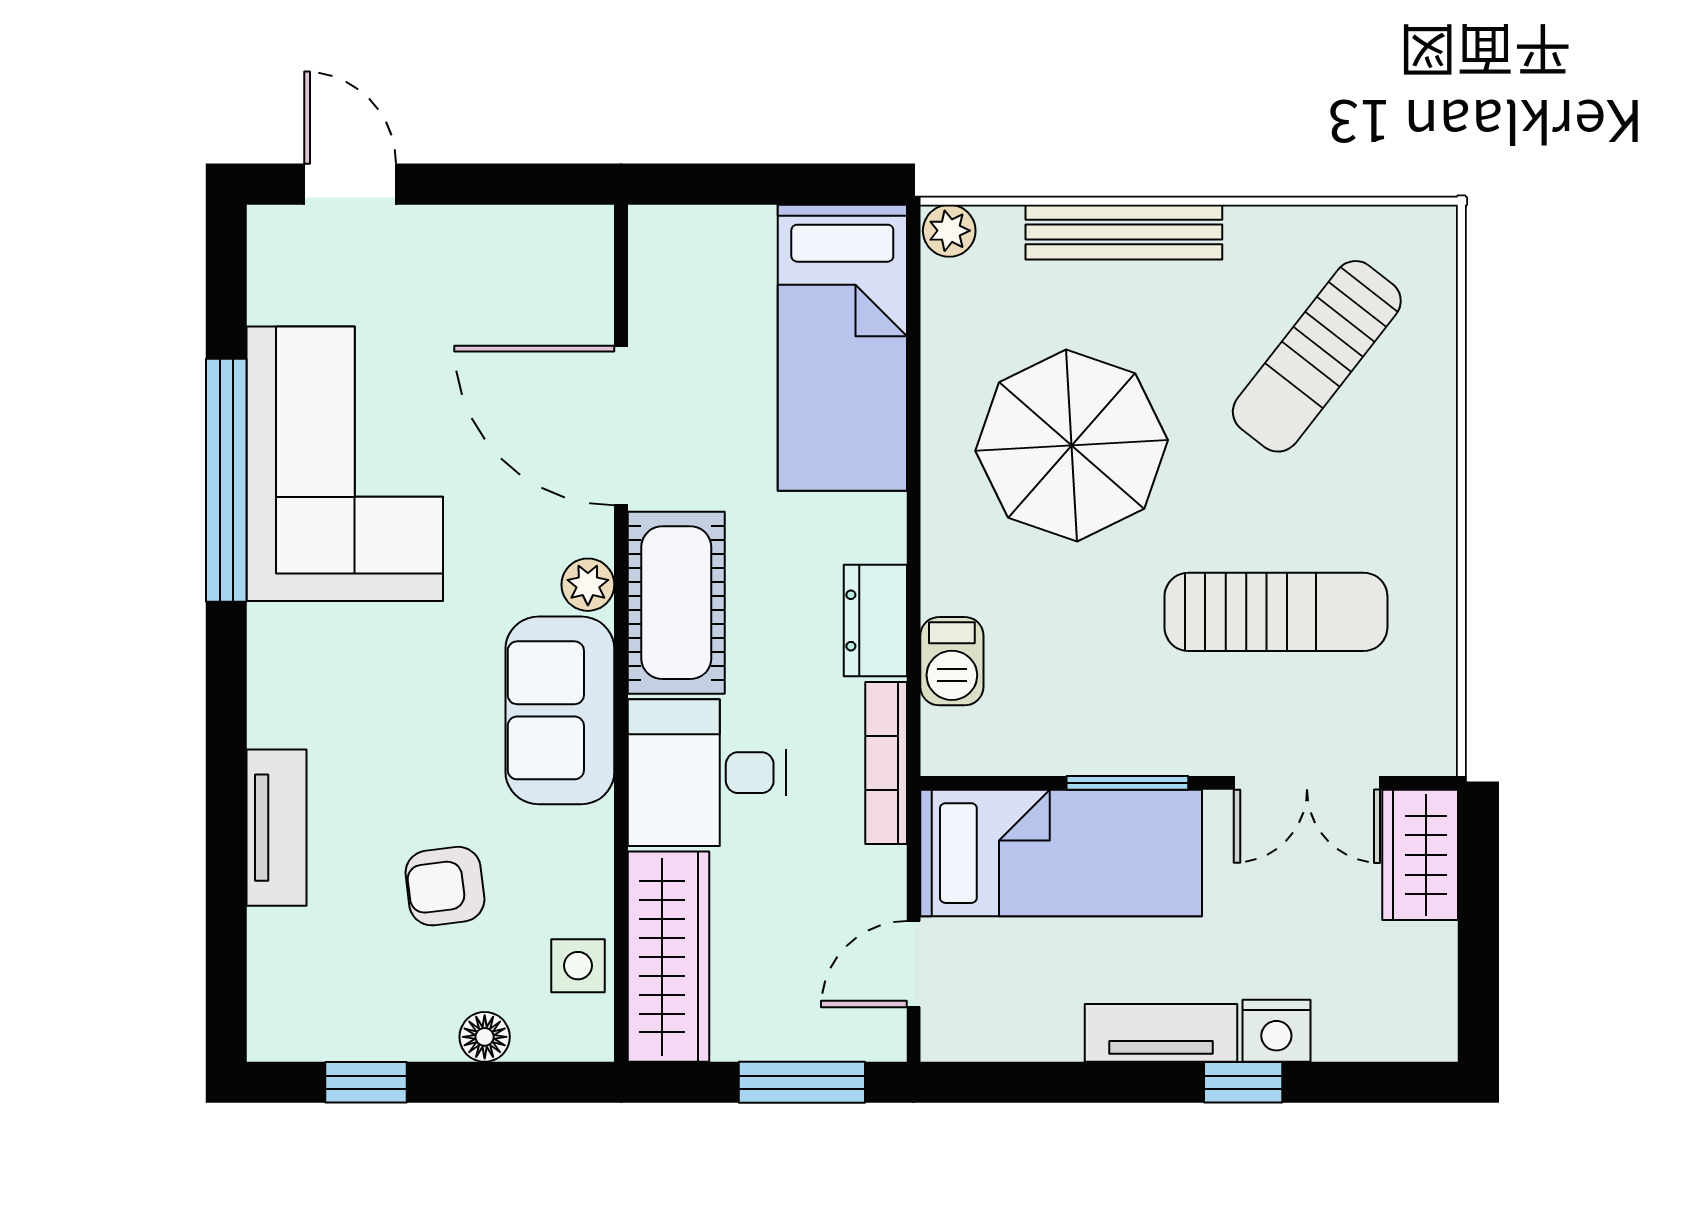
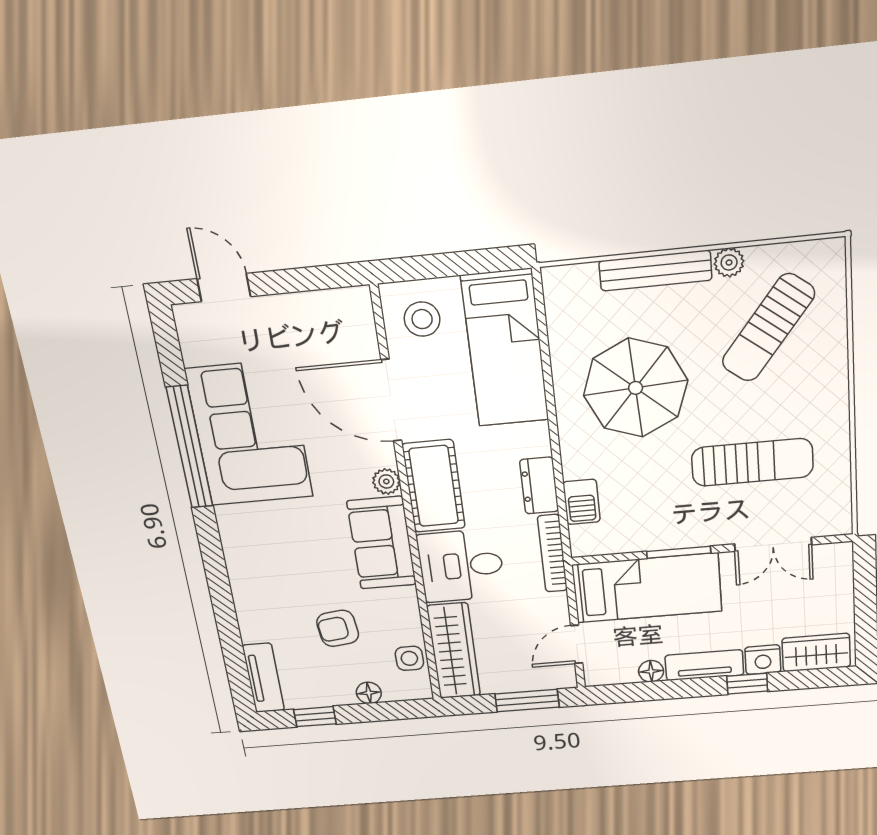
plant: (949, 231) -> (729, 262), moved
stool: (699, 278) -> (422, 319), added
tv unit: (277, 828) -> (263, 678), moved
wardrobe: (1420, 855) -> (816, 653), moved, turned 90
floor lamp: (1055, 1037) -> (651, 671), added

